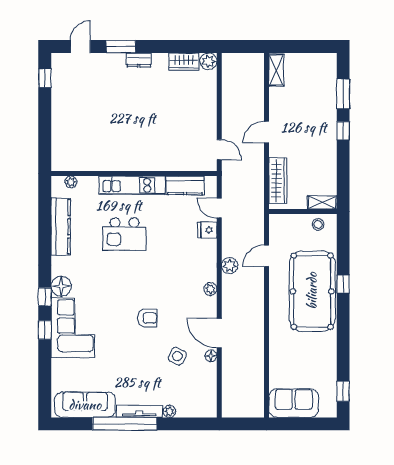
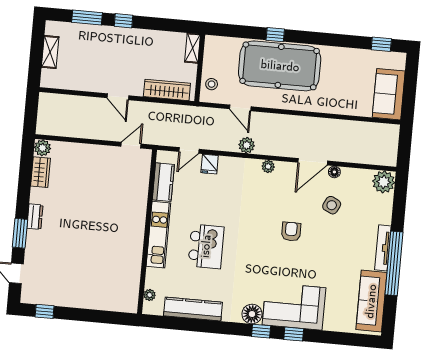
shelving: (276, 70) -> (50, 52), moved, turned 90
stool: (318, 224) -> (212, 84), moved
plant: (169, 411) -> (384, 182), moved, width x1.88, depth x1.88

